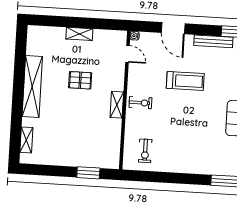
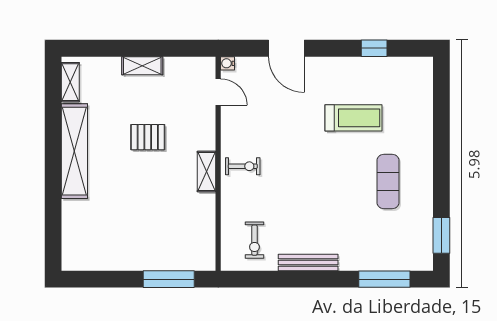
bench: (213, 41) -> (308, 263), moved
treadmill: (185, 81) -> (354, 118), moved
shelving: (26, 140) -> (70, 82), moved
window: (88, 173) -> (169, 279), width x1.44

